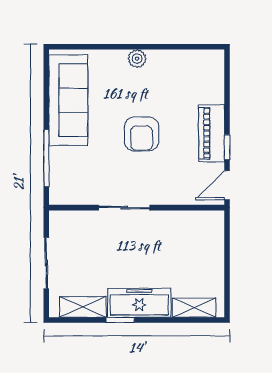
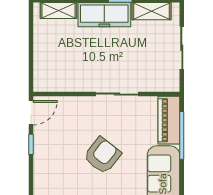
piano: (212, 133) -> (169, 120), moved, turned 180
armchair: (142, 134) -> (102, 155), turned 38

